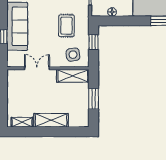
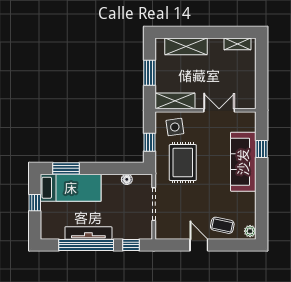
rug: (66, 26) -> (183, 163), width x1.36, depth x1.43
double door: (37, 68) -> (219, 110), swing flipped
shelving: (51, 120) -> (186, 46), moved

